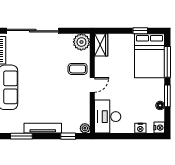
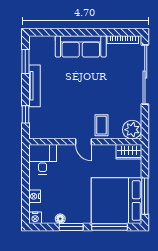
window: (140, 31) -> (145, 196), width x2.17
bed: (150, 56) -> (116, 201), width x1.36
desk: (108, 117) -> (43, 159), width x0.73
plant: (85, 128) -> (34, 133), removed

